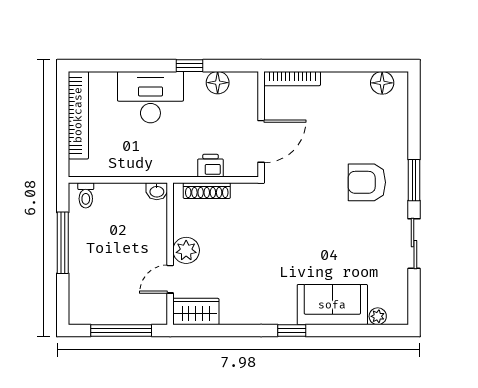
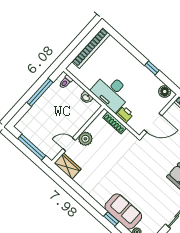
floor lamp: (218, 83) -> (165, 92), moved
desk: (150, 97) -> (111, 92), moved, turned 180
washbasin: (157, 191) -> (86, 98), moved
window: (292, 330) -> (111, 219), moved

